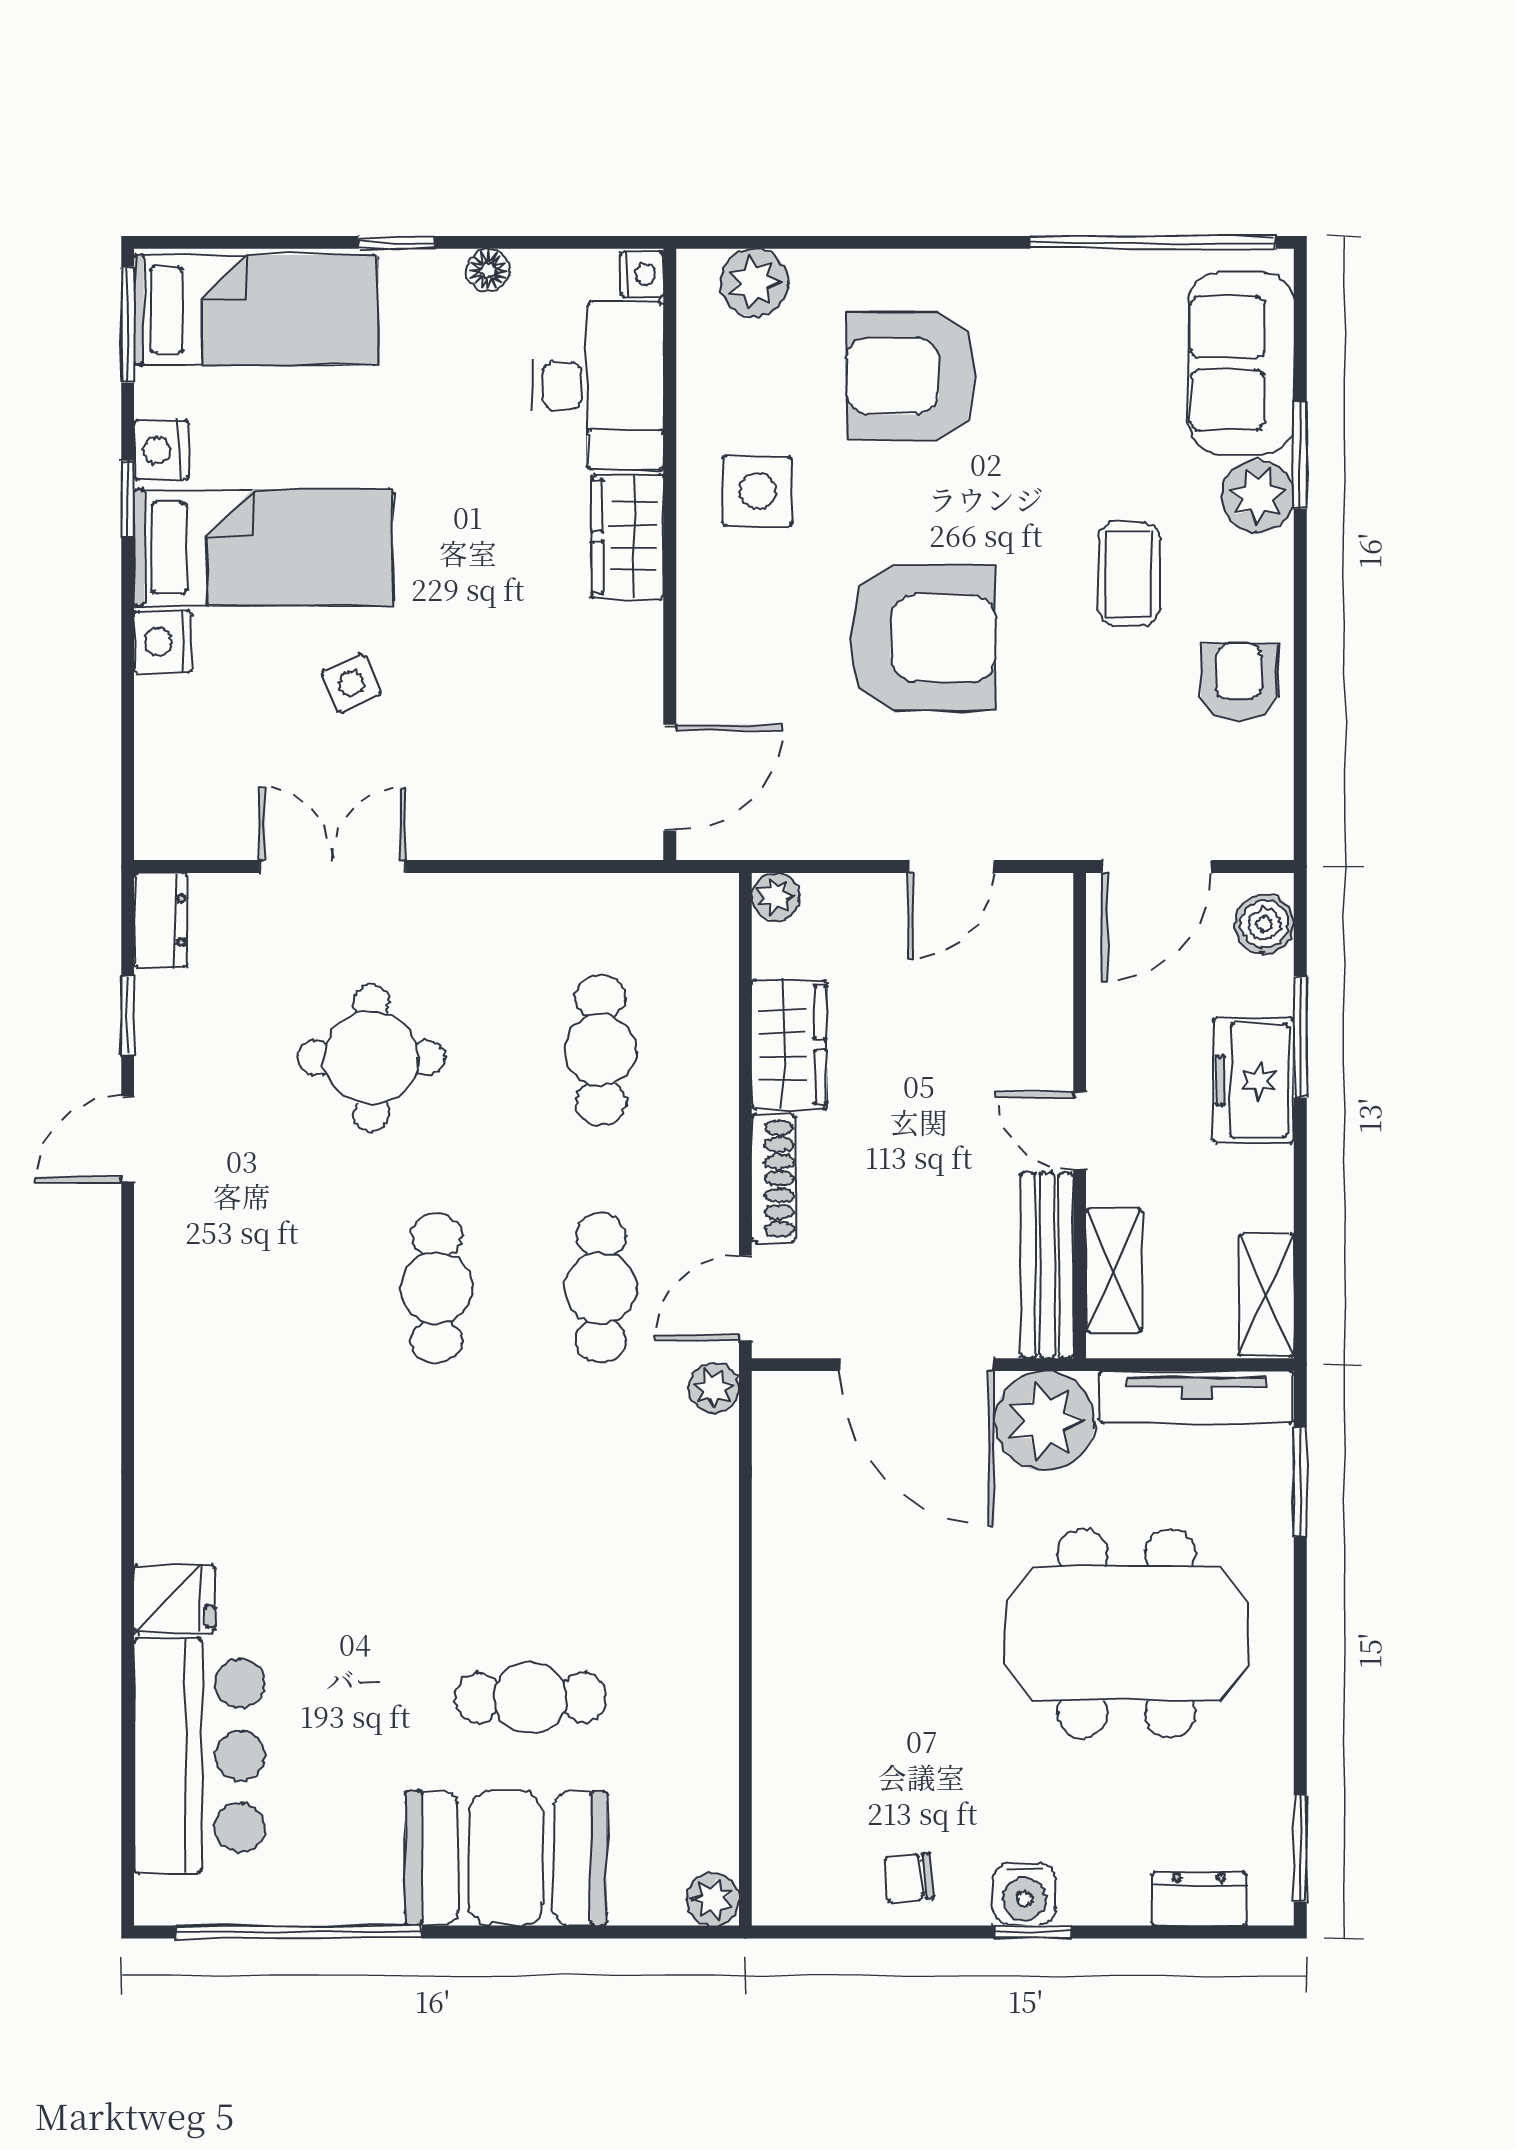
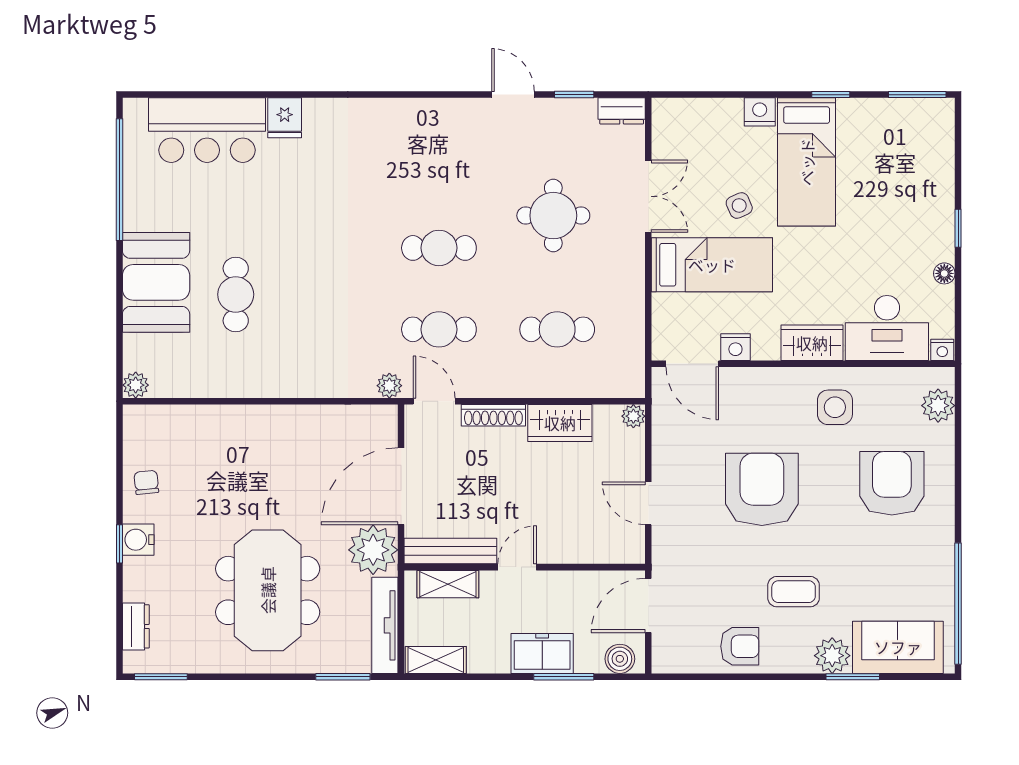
bed: (256, 310) -> (712, 265), moved, turned -90
nightstand: (161, 450) -> (735, 347), moved, turned 180
armchair: (923, 638) -> (762, 489), turned 180
door: (1157, 867) -> (648, 605), hinge flipped

